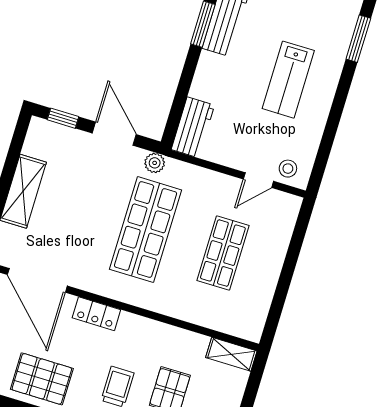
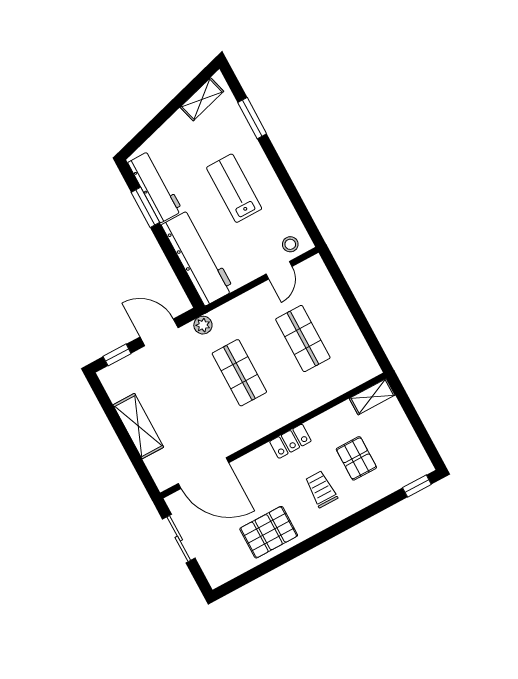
lab bench: (288, 80) -> (234, 188), turned 180
workbench: (193, 127) -> (198, 258), width x1.88, depth x1.32
shop shelf: (146, 230) -> (239, 373), width x0.70, depth x0.74
locker: (96, 314) -> (290, 441), moved

